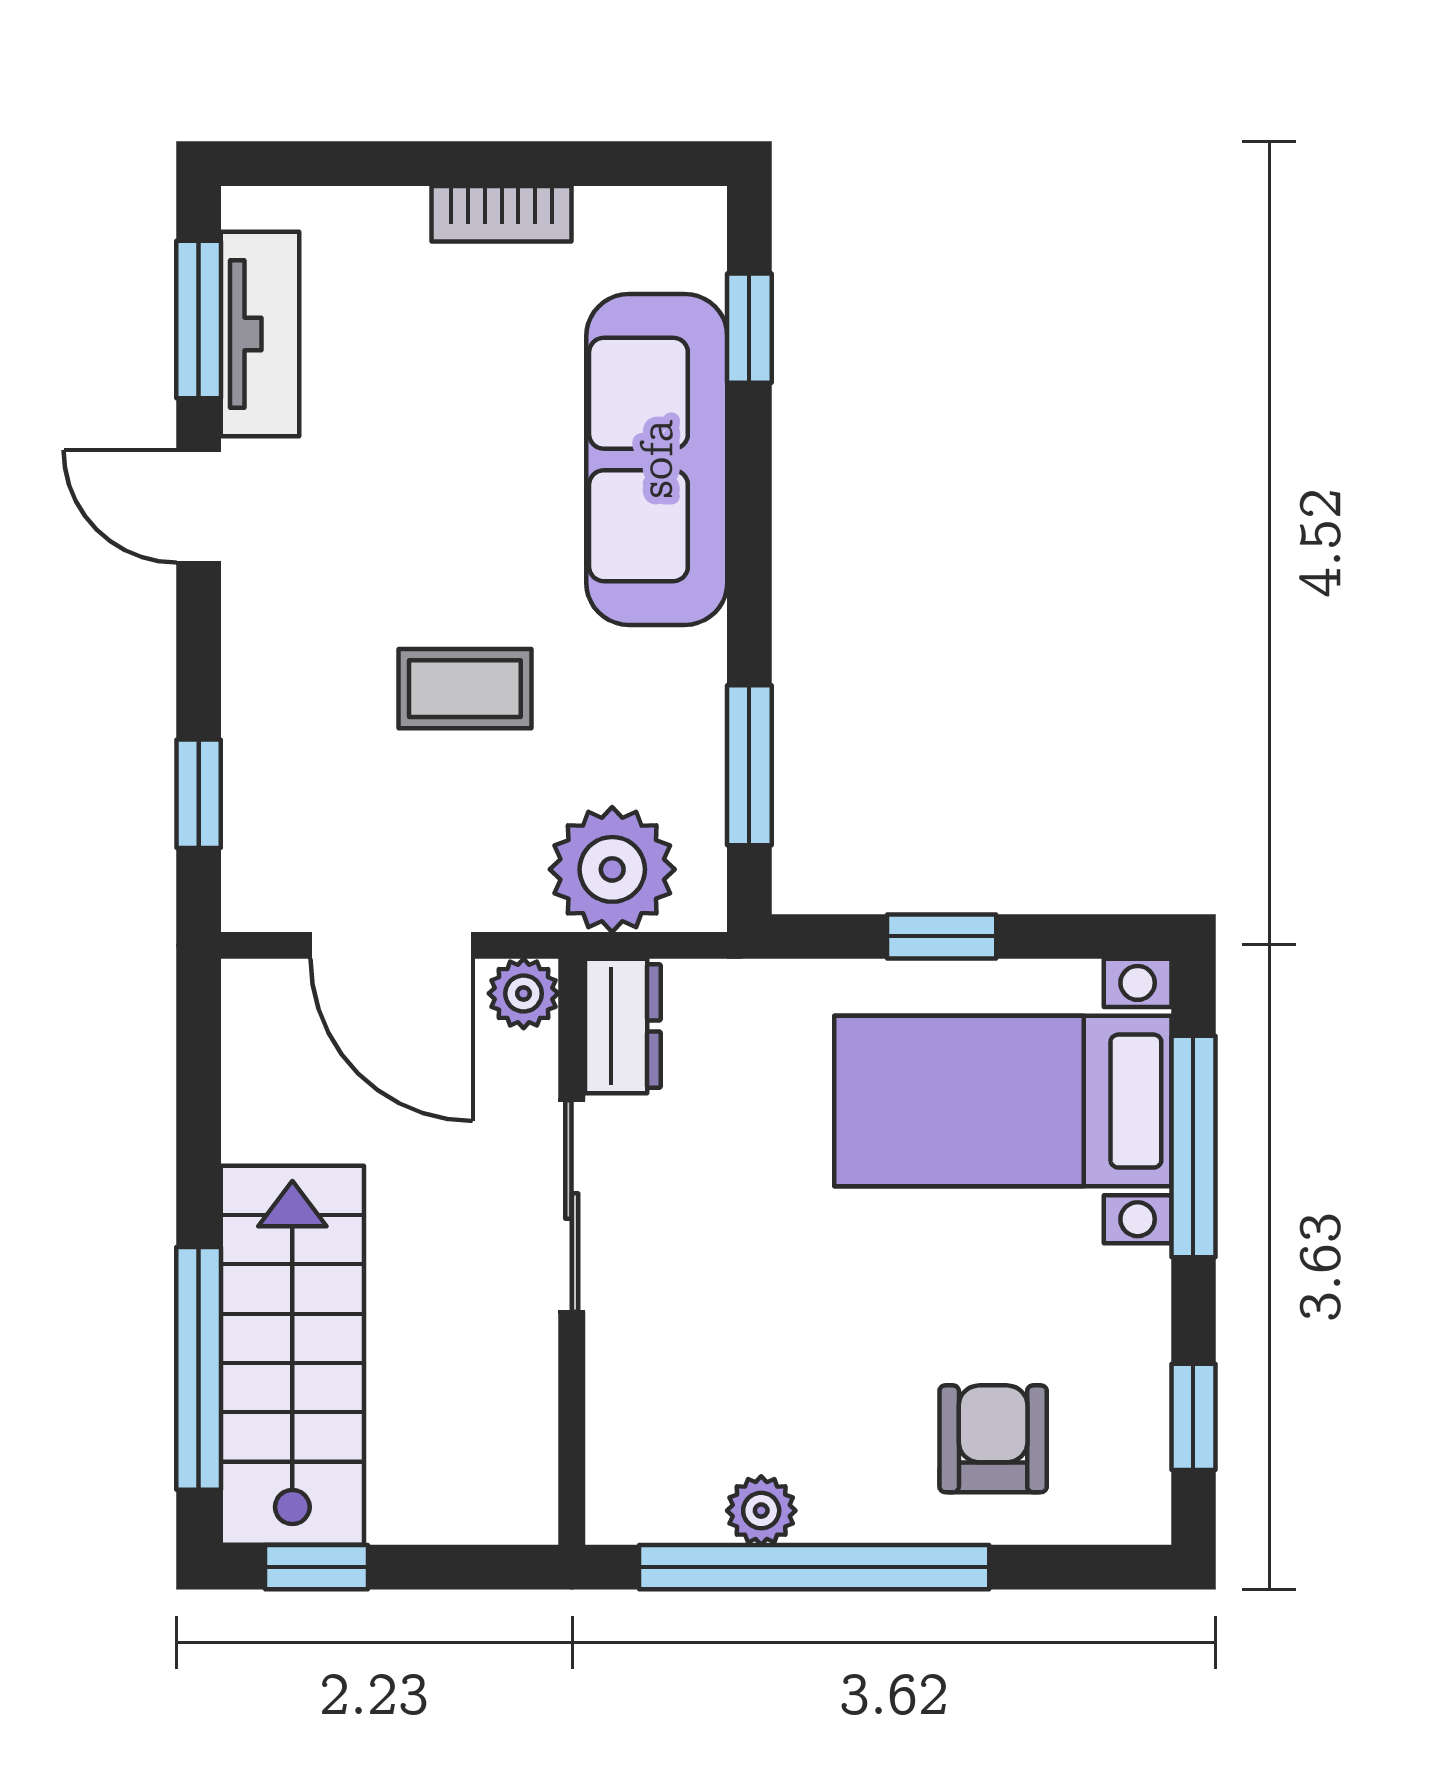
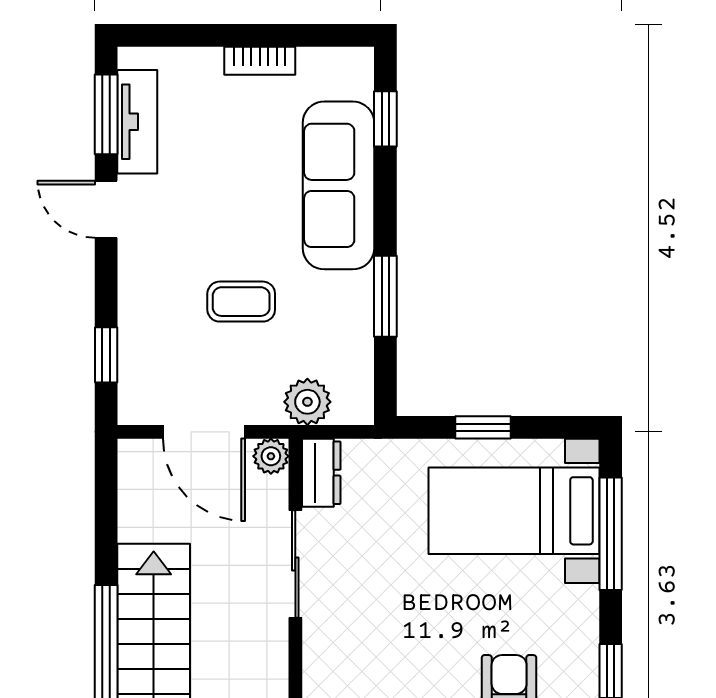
window: (749, 765) -> (385, 296), moved
plant: (612, 869) -> (307, 402), width x0.73, depth x0.73

